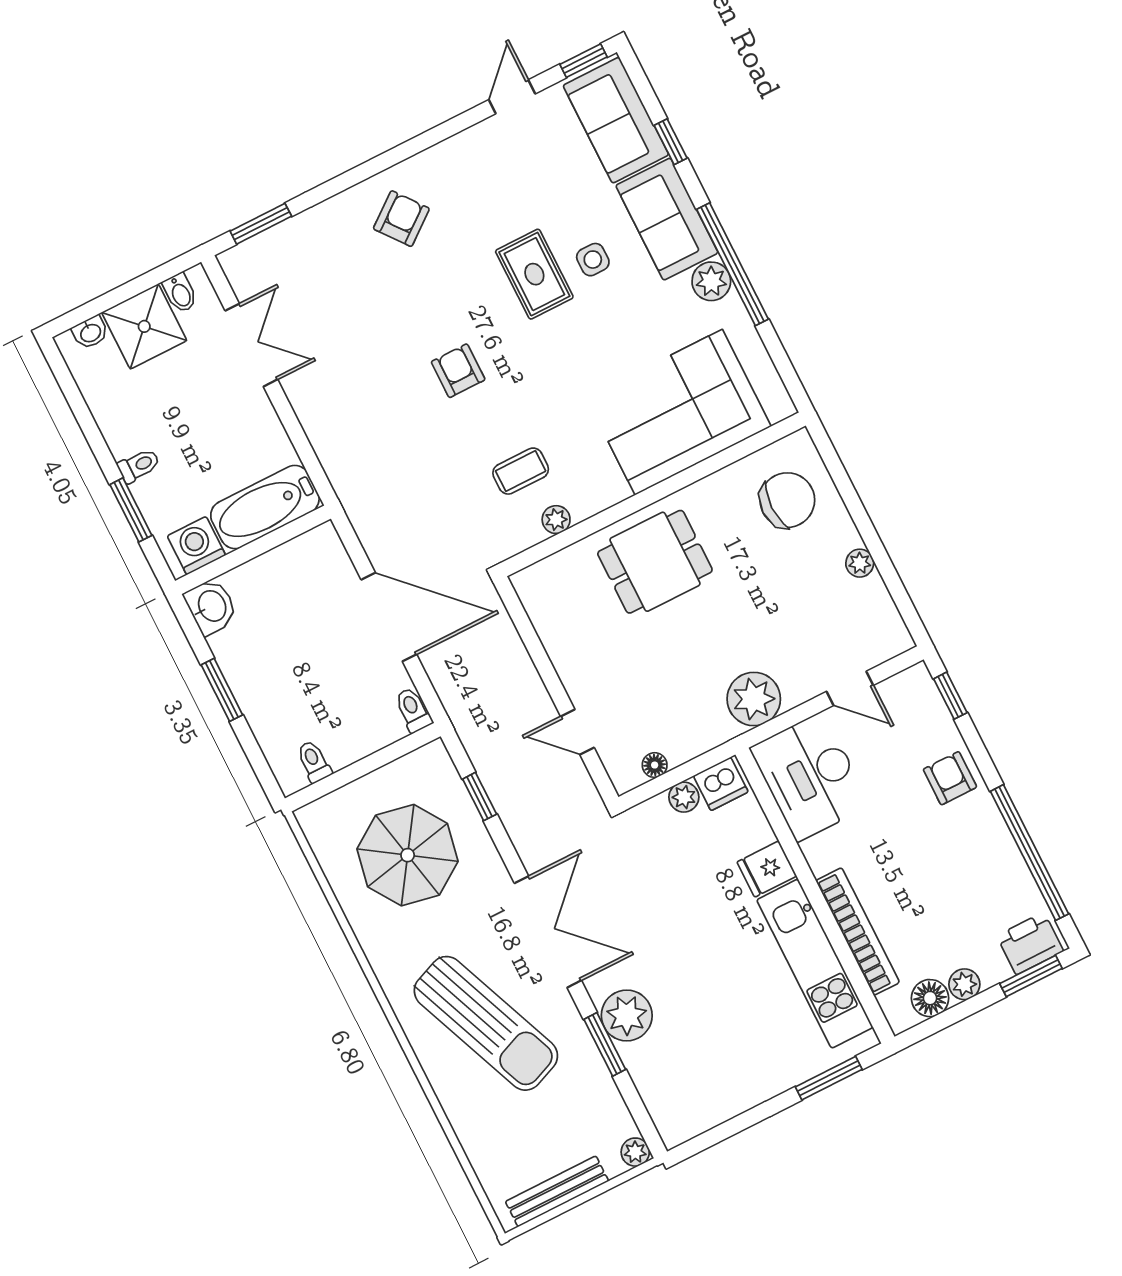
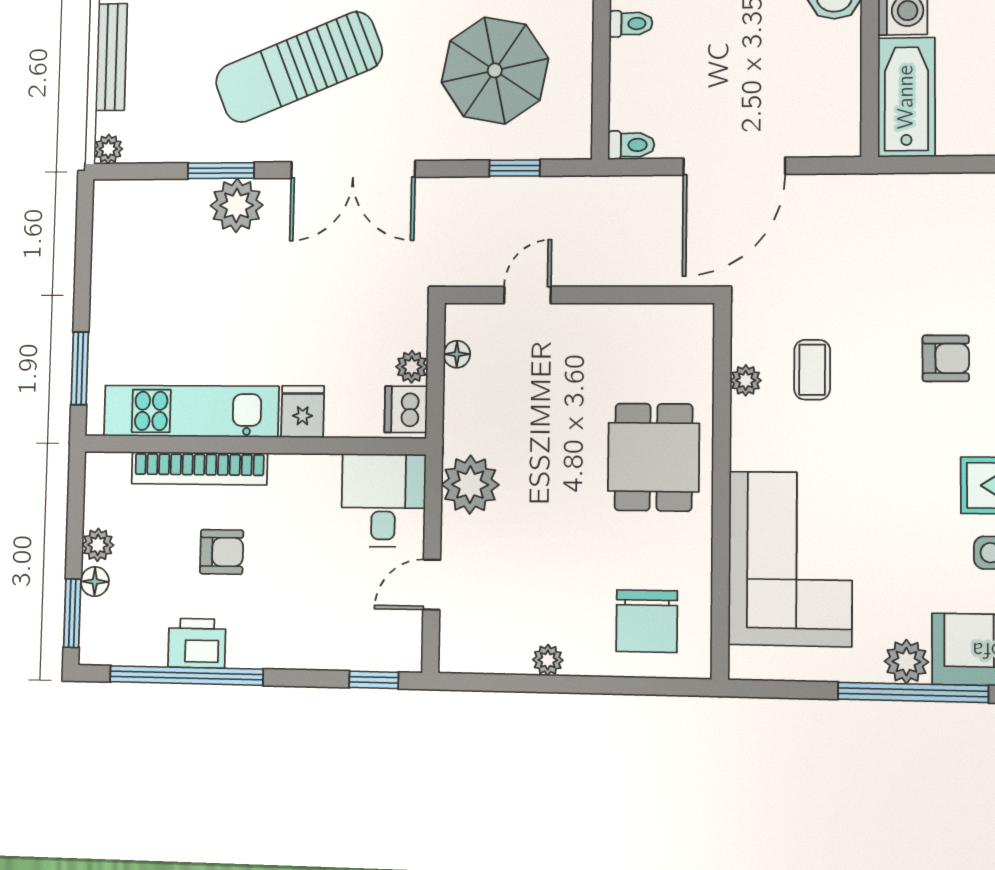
desk: (810, 777) -> (383, 500), width x0.73
armchair: (950, 778) -> (222, 552), moved
printer: (1030, 944) -> (197, 643), moved, turned -90
floor lamp: (930, 998) -> (95, 582), moved, width x0.73, depth x0.73

